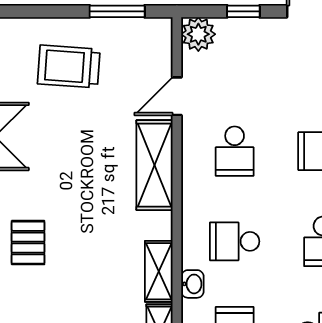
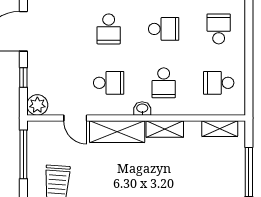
window: (117, 11) -> (23, 154), width x1.44
shelving: (159, 271) -> (165, 129), moved
washbasin: (192, 284) -> (142, 109), moved

